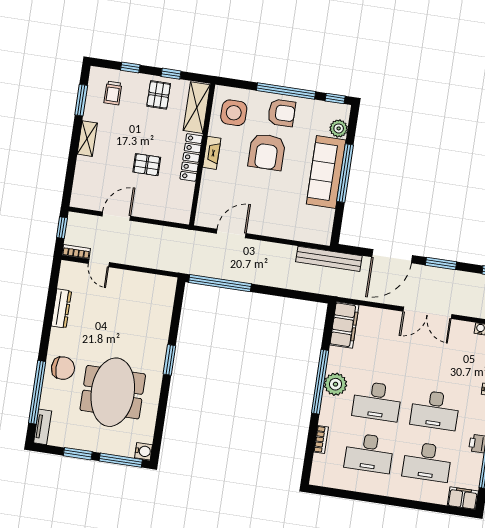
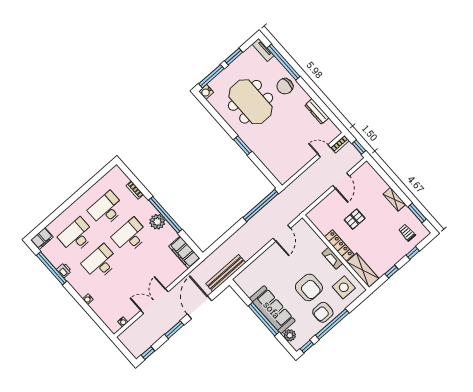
pallet: (159, 95) -> (386, 256), removed
armchair: (267, 152) -> (309, 287), turned 180

